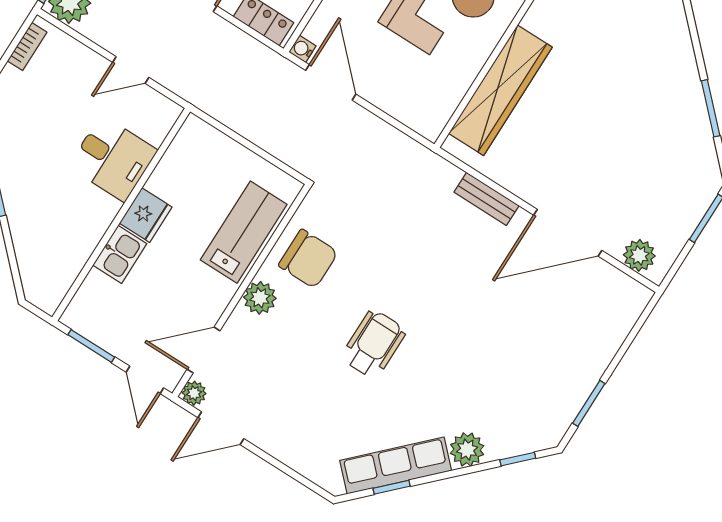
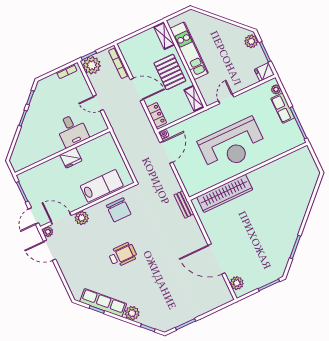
bench: (487, 199) -> (184, 204), moved
kitchen sink: (120, 254) -> (53, 166), removed
plant: (260, 298) -> (82, 218), moved

